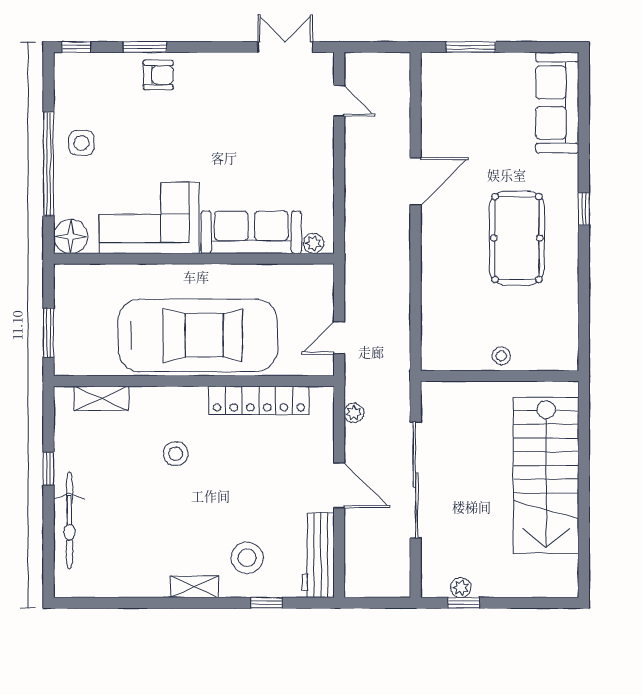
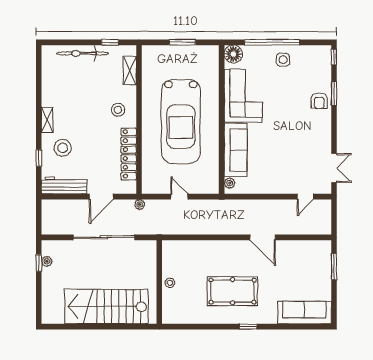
wall: (194, 381) -> (139, 119), moved
shelving: (101, 398) -> (130, 70), moved
locker: (259, 400) -> (129, 154), moved

